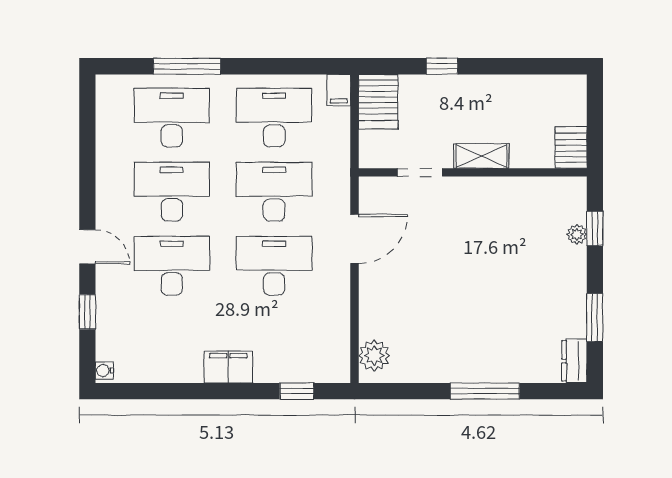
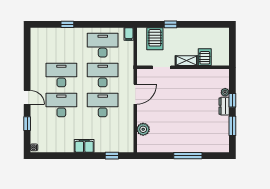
window: (187, 66) -> (67, 24), width x0.46
server rack: (378, 102) -> (155, 39), moved
desk: (172, 118) -> (61, 45), removed
server rack: (571, 147) -> (205, 57), moved
window: (595, 229) -> (232, 100), moved
plant: (374, 355) -> (143, 129), moved
dresser: (574, 361) -> (224, 106), moved

